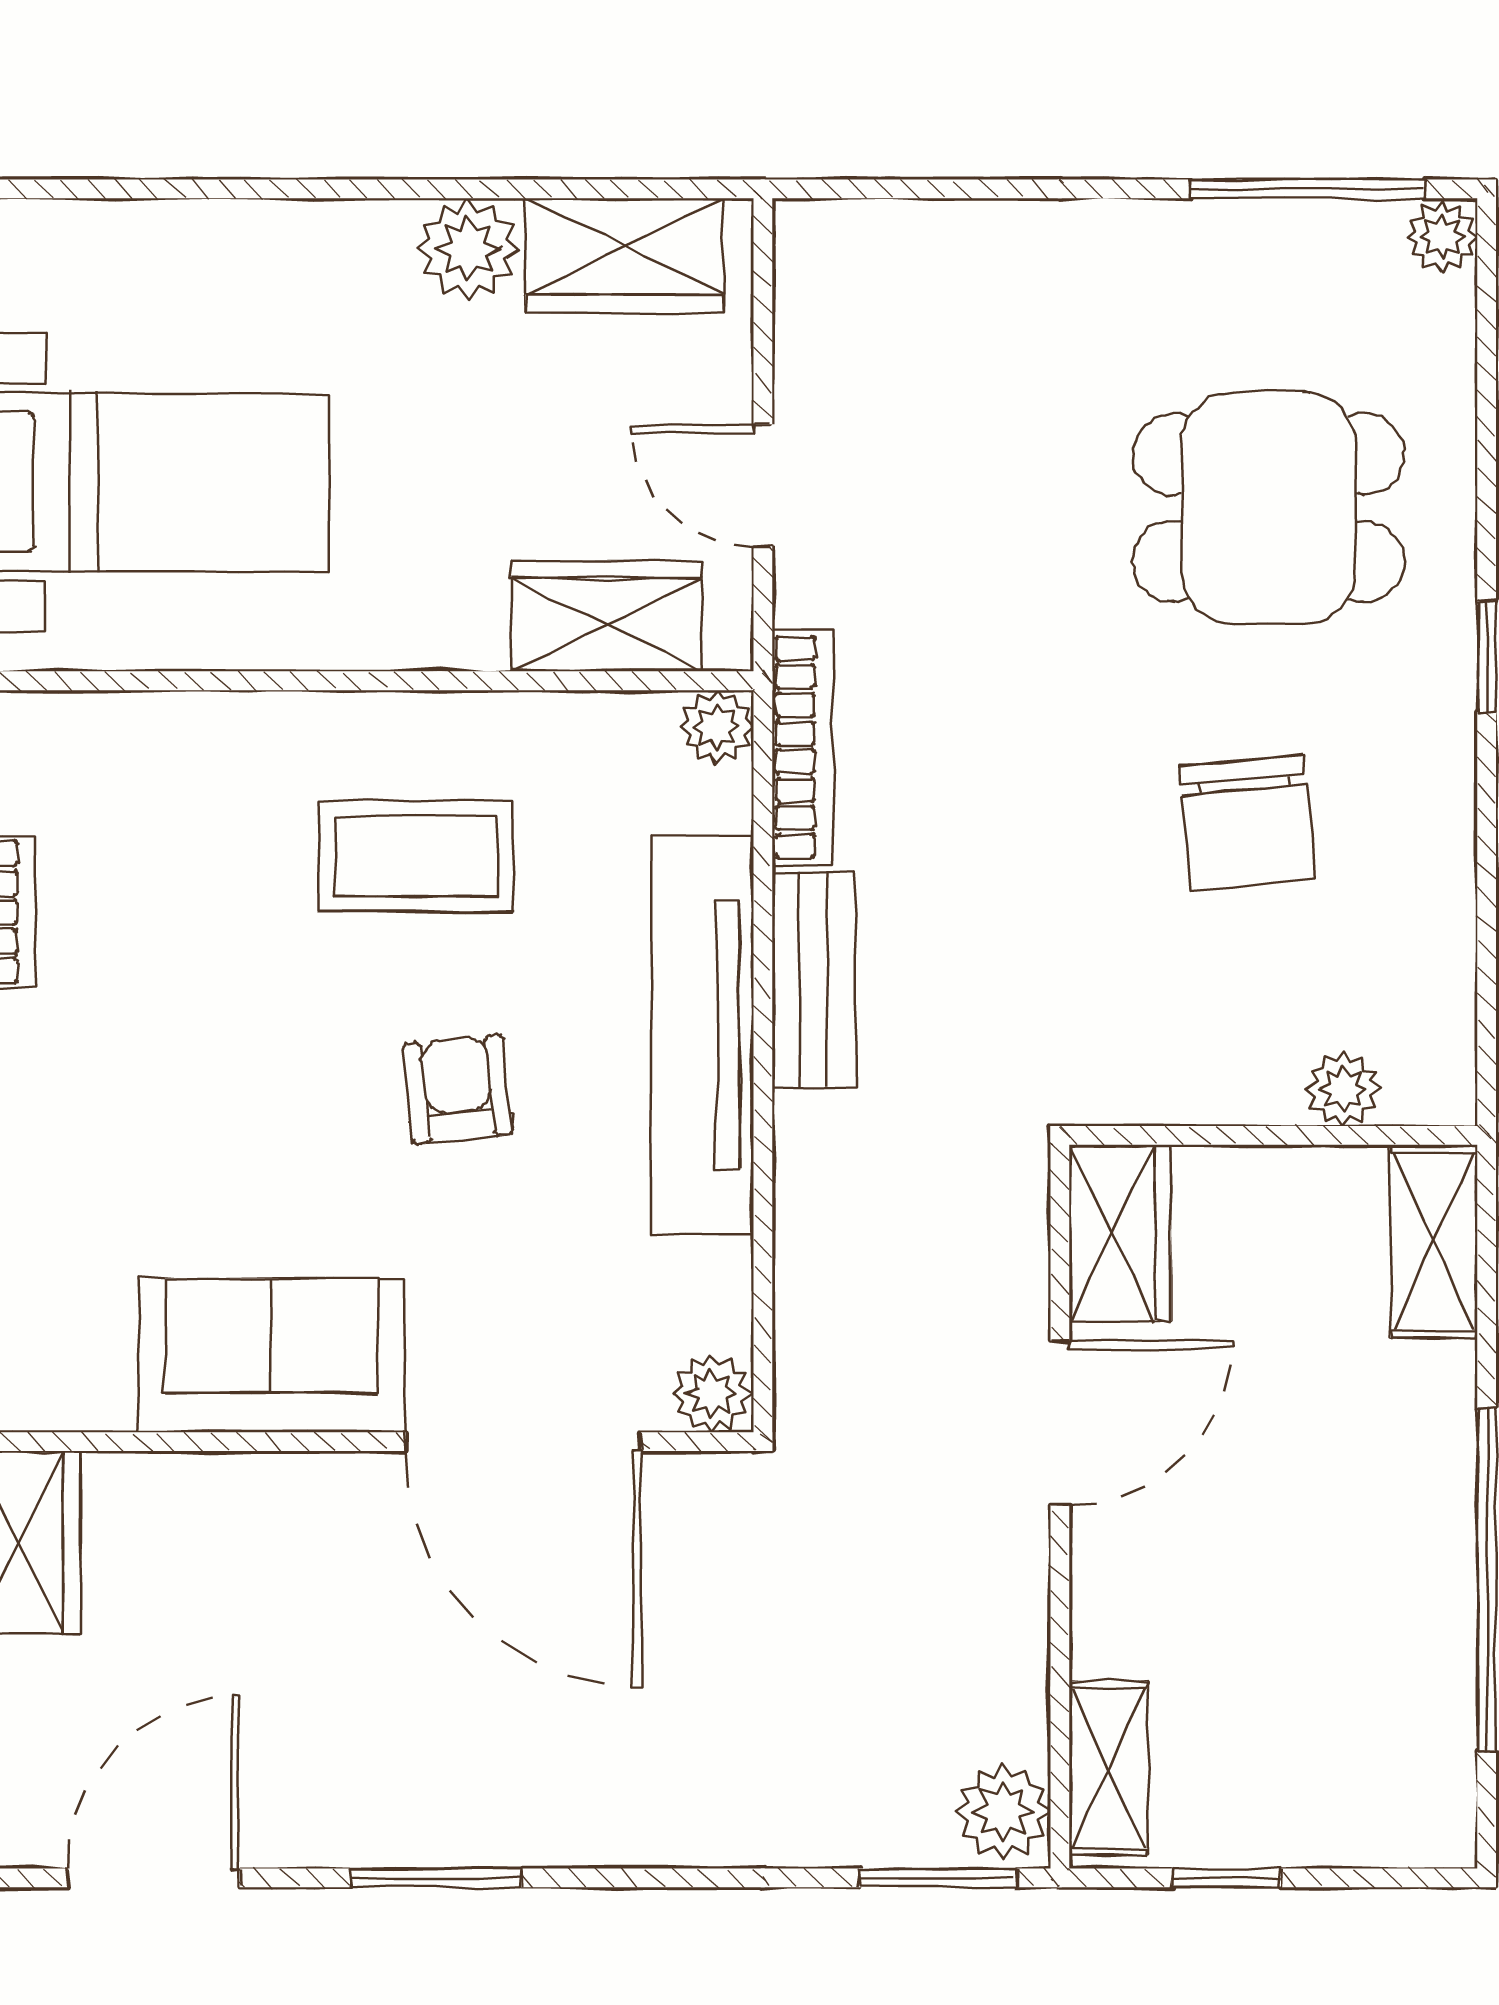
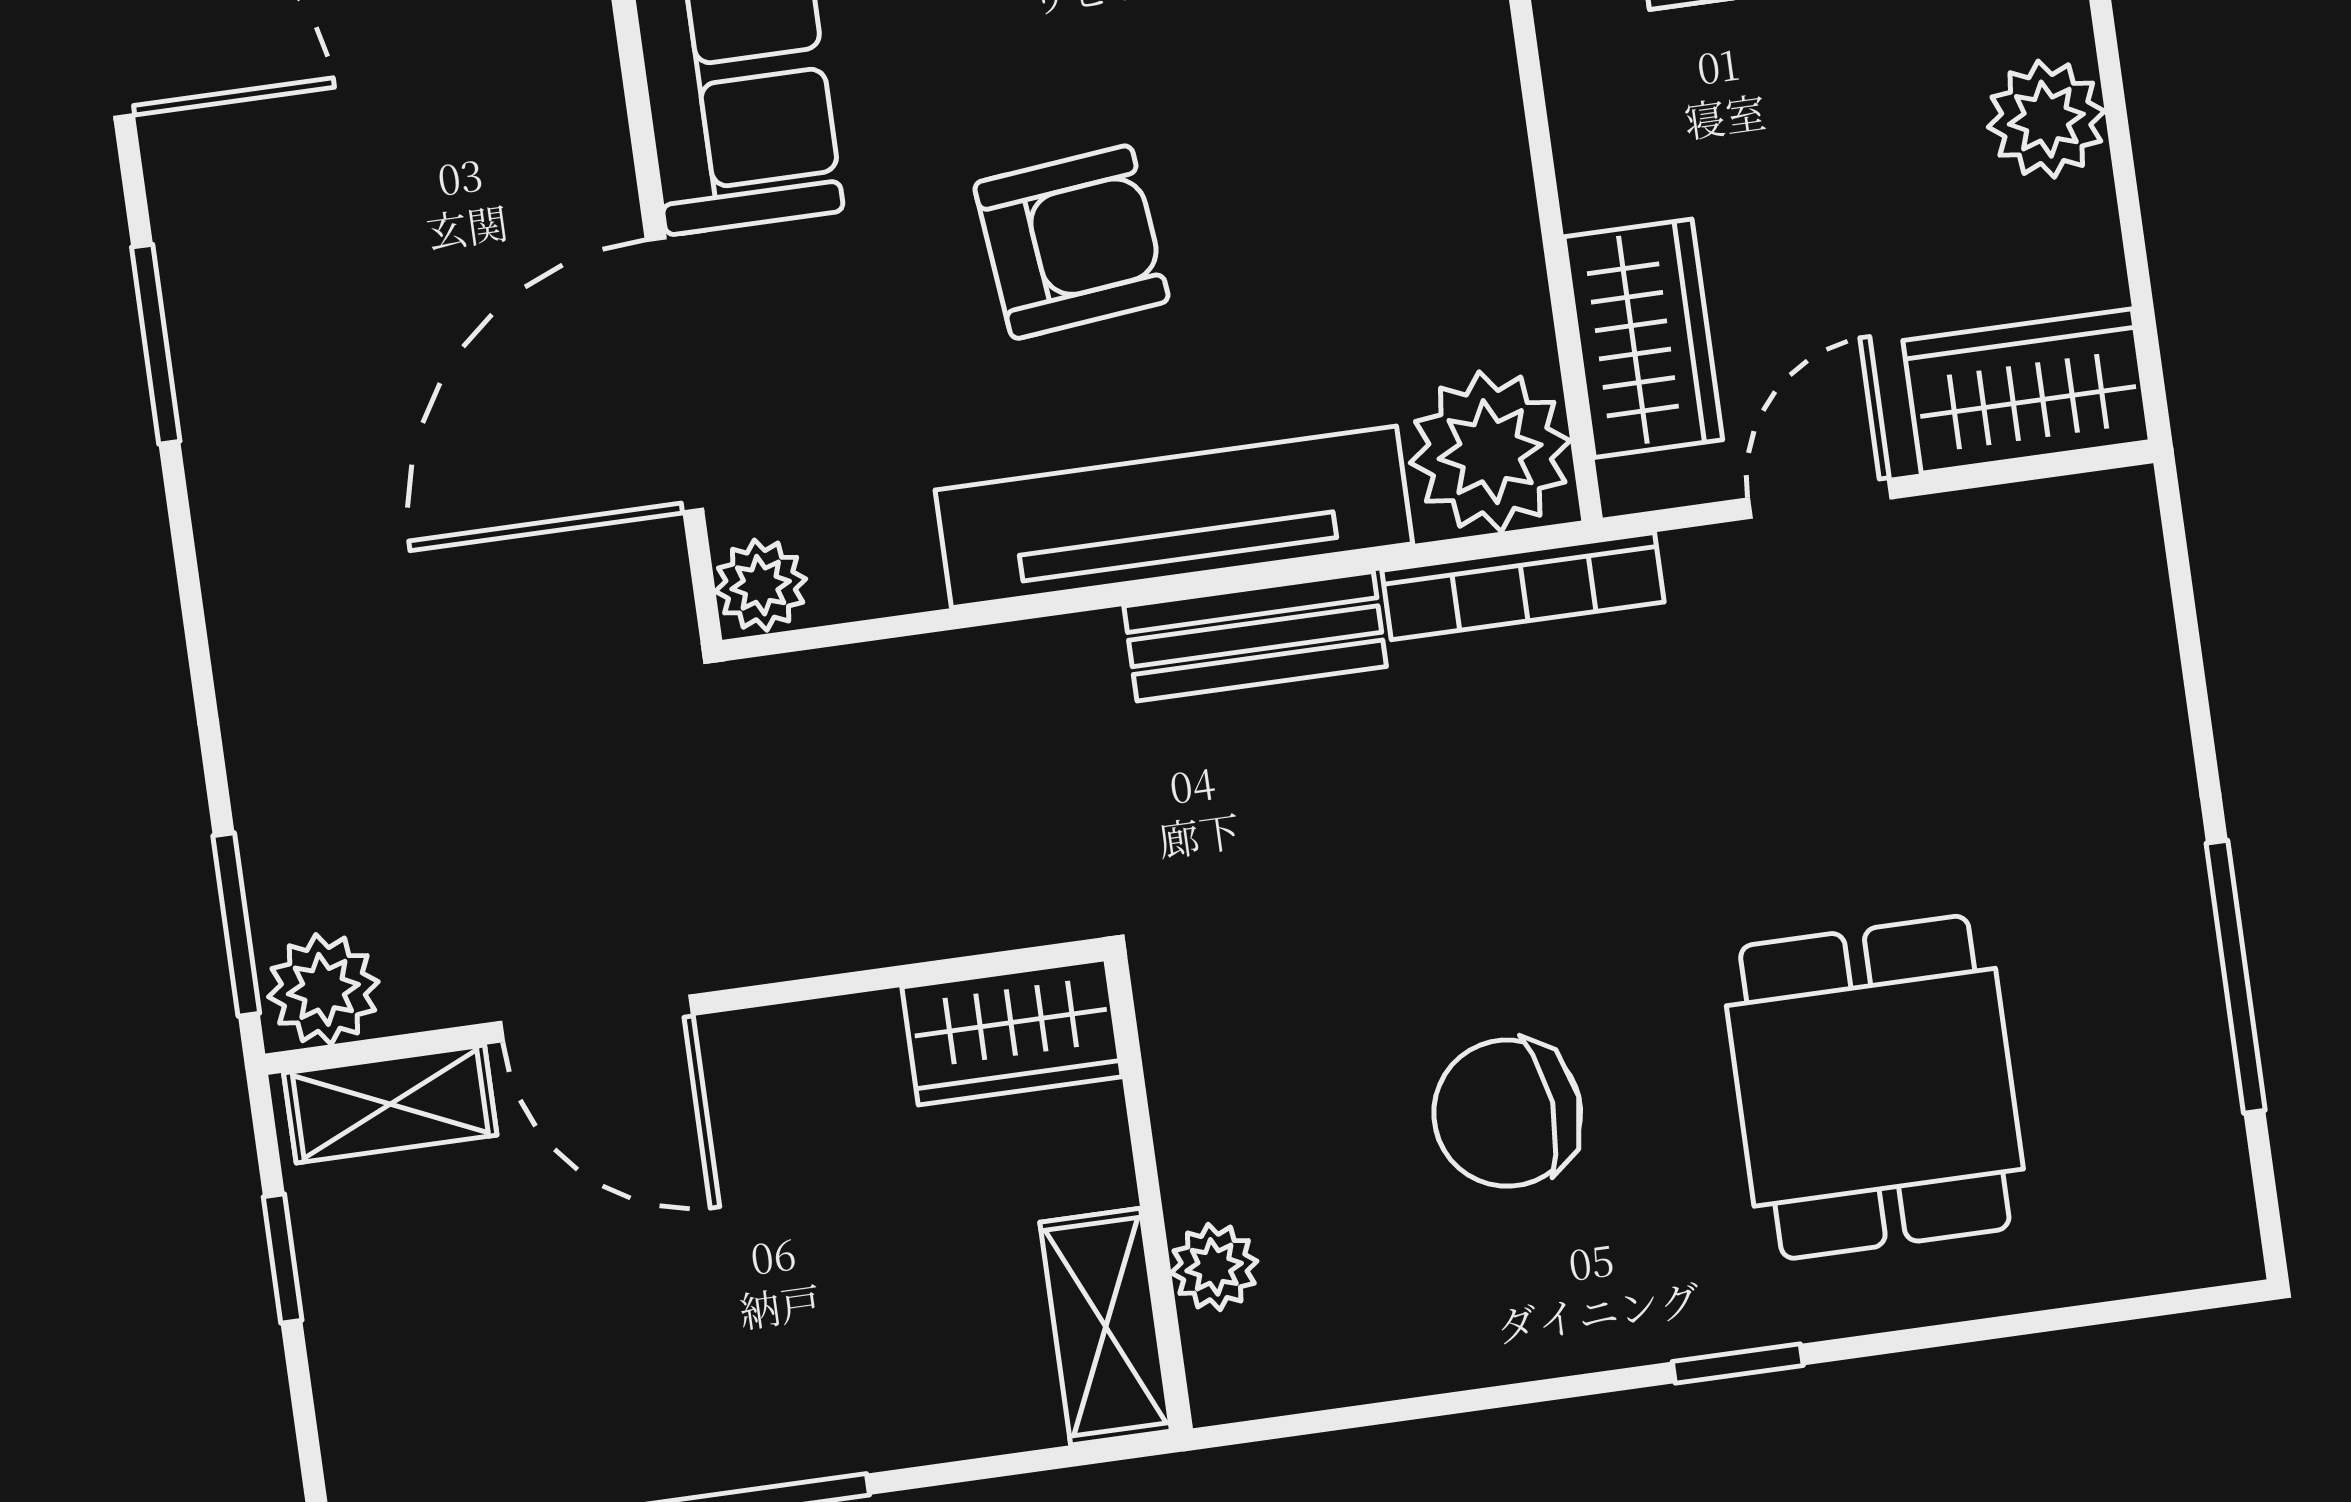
window: (1308, 189) -> (2236, 977), moved
plant: (1442, 237) -> (2216, 1245), removed
wardrobe: (625, 256) -> (2027, 391), moved, turned 90
plant: (717, 727) -> (1490, 452), width x1.87, depth x1.87
coffee table: (416, 856) -> (1334, 157), removed
armchair: (458, 1089) -> (1071, 242), width x1.38, depth x1.38
shelving: (1434, 1241) -> (1106, 1327), moved, turned 90
door: (1060, 1423) -> (597, 1018), moved

